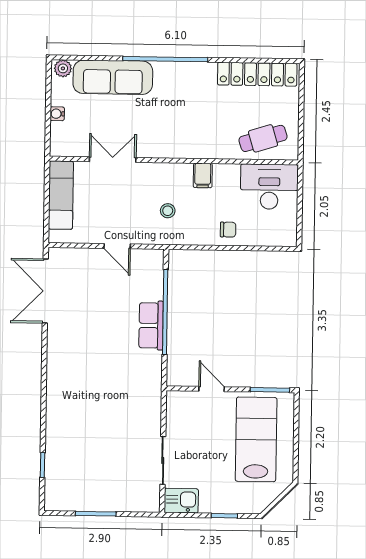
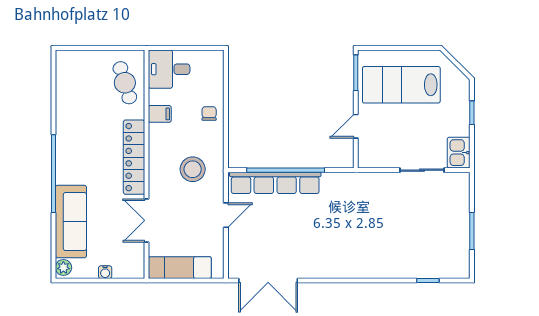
locker: (257, 74) -> (134, 157), moved, turned 180
filing cabinet: (203, 175) -> (160, 114), moved
desk: (269, 187) -> (169, 69), width x0.73
stool: (168, 211) -> (193, 169), width x1.89, depth x1.89
row of seats: (151, 325) -> (275, 183), width x2.02

